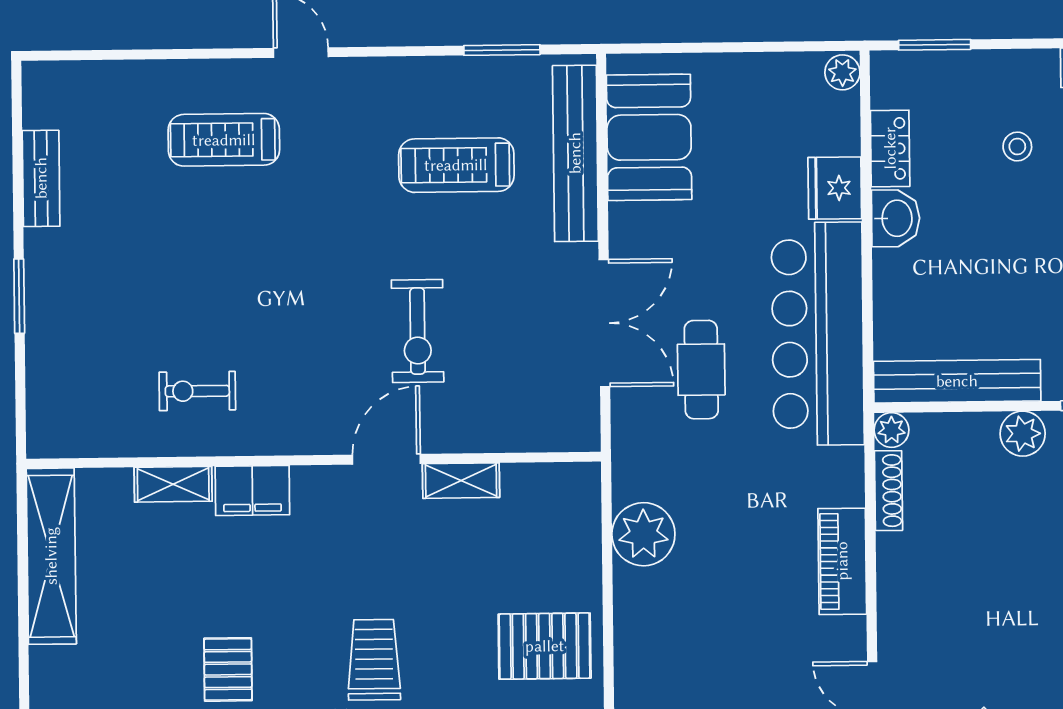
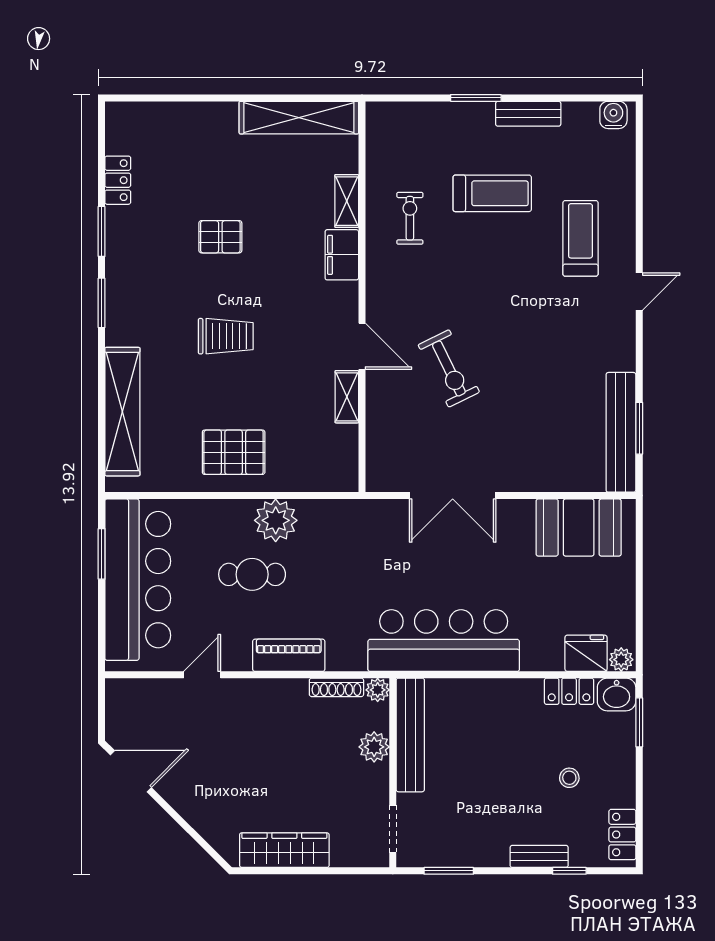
water cooler: (42, 94) -> (613, 115), added
bench: (575, 153) -> (621, 432), moved, turned 90
treadmill: (456, 165) -> (492, 193), moved, turned 90
bench: (41, 178) -> (528, 114), moved
fridge: (835, 188) -> (586, 653), moved
washbasin: (896, 218) -> (617, 694), moved
exercise bike: (418, 331) -> (449, 368), turned -116
cafe table: (701, 370) -> (252, 574), moved
plant: (1023, 434) -> (374, 747), moved
plant: (643, 534) -> (276, 520), moved
pallet: (545, 646) -> (234, 452), turned 90

